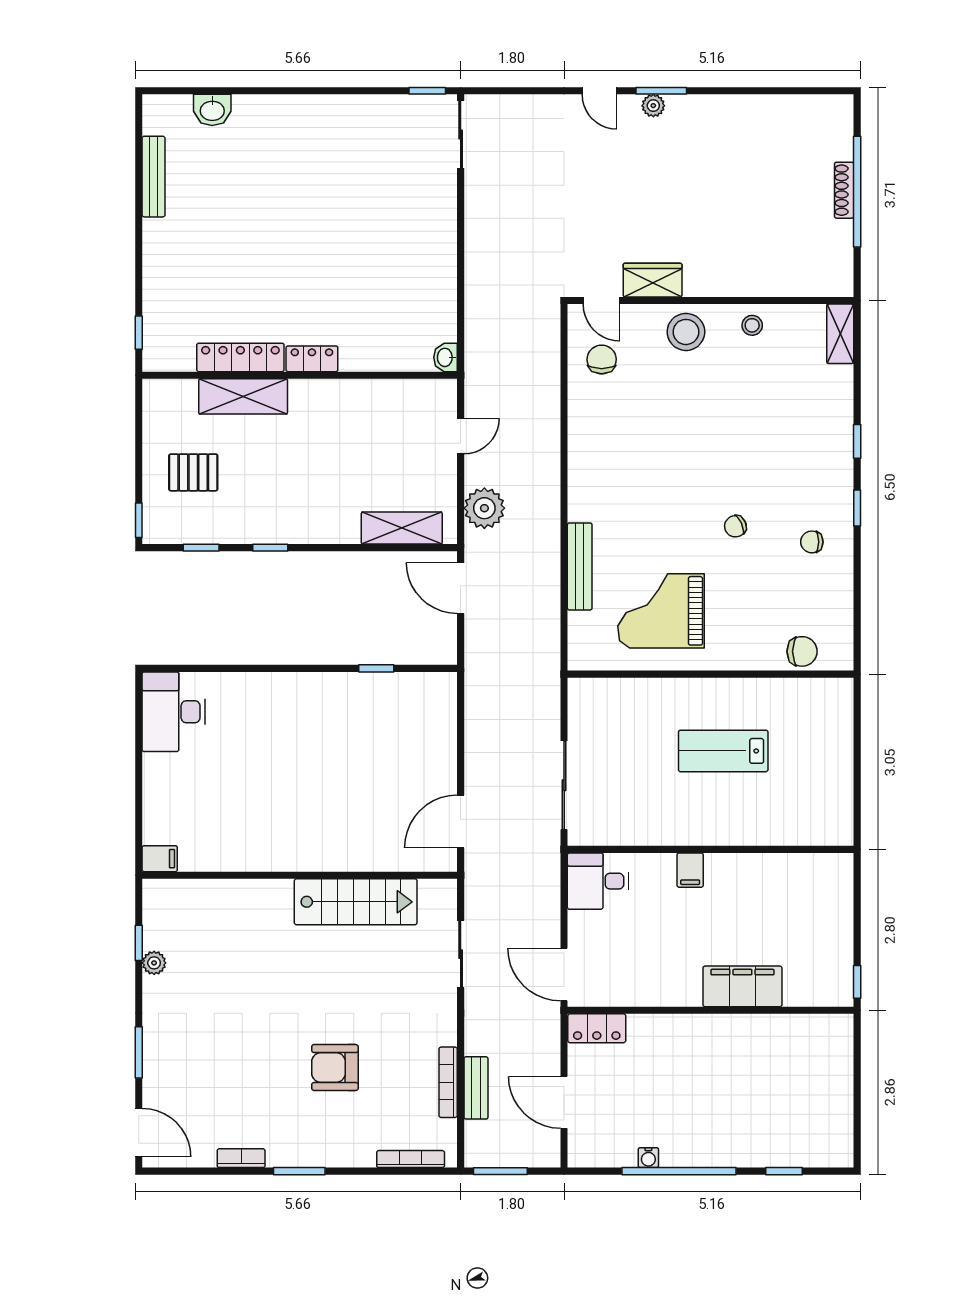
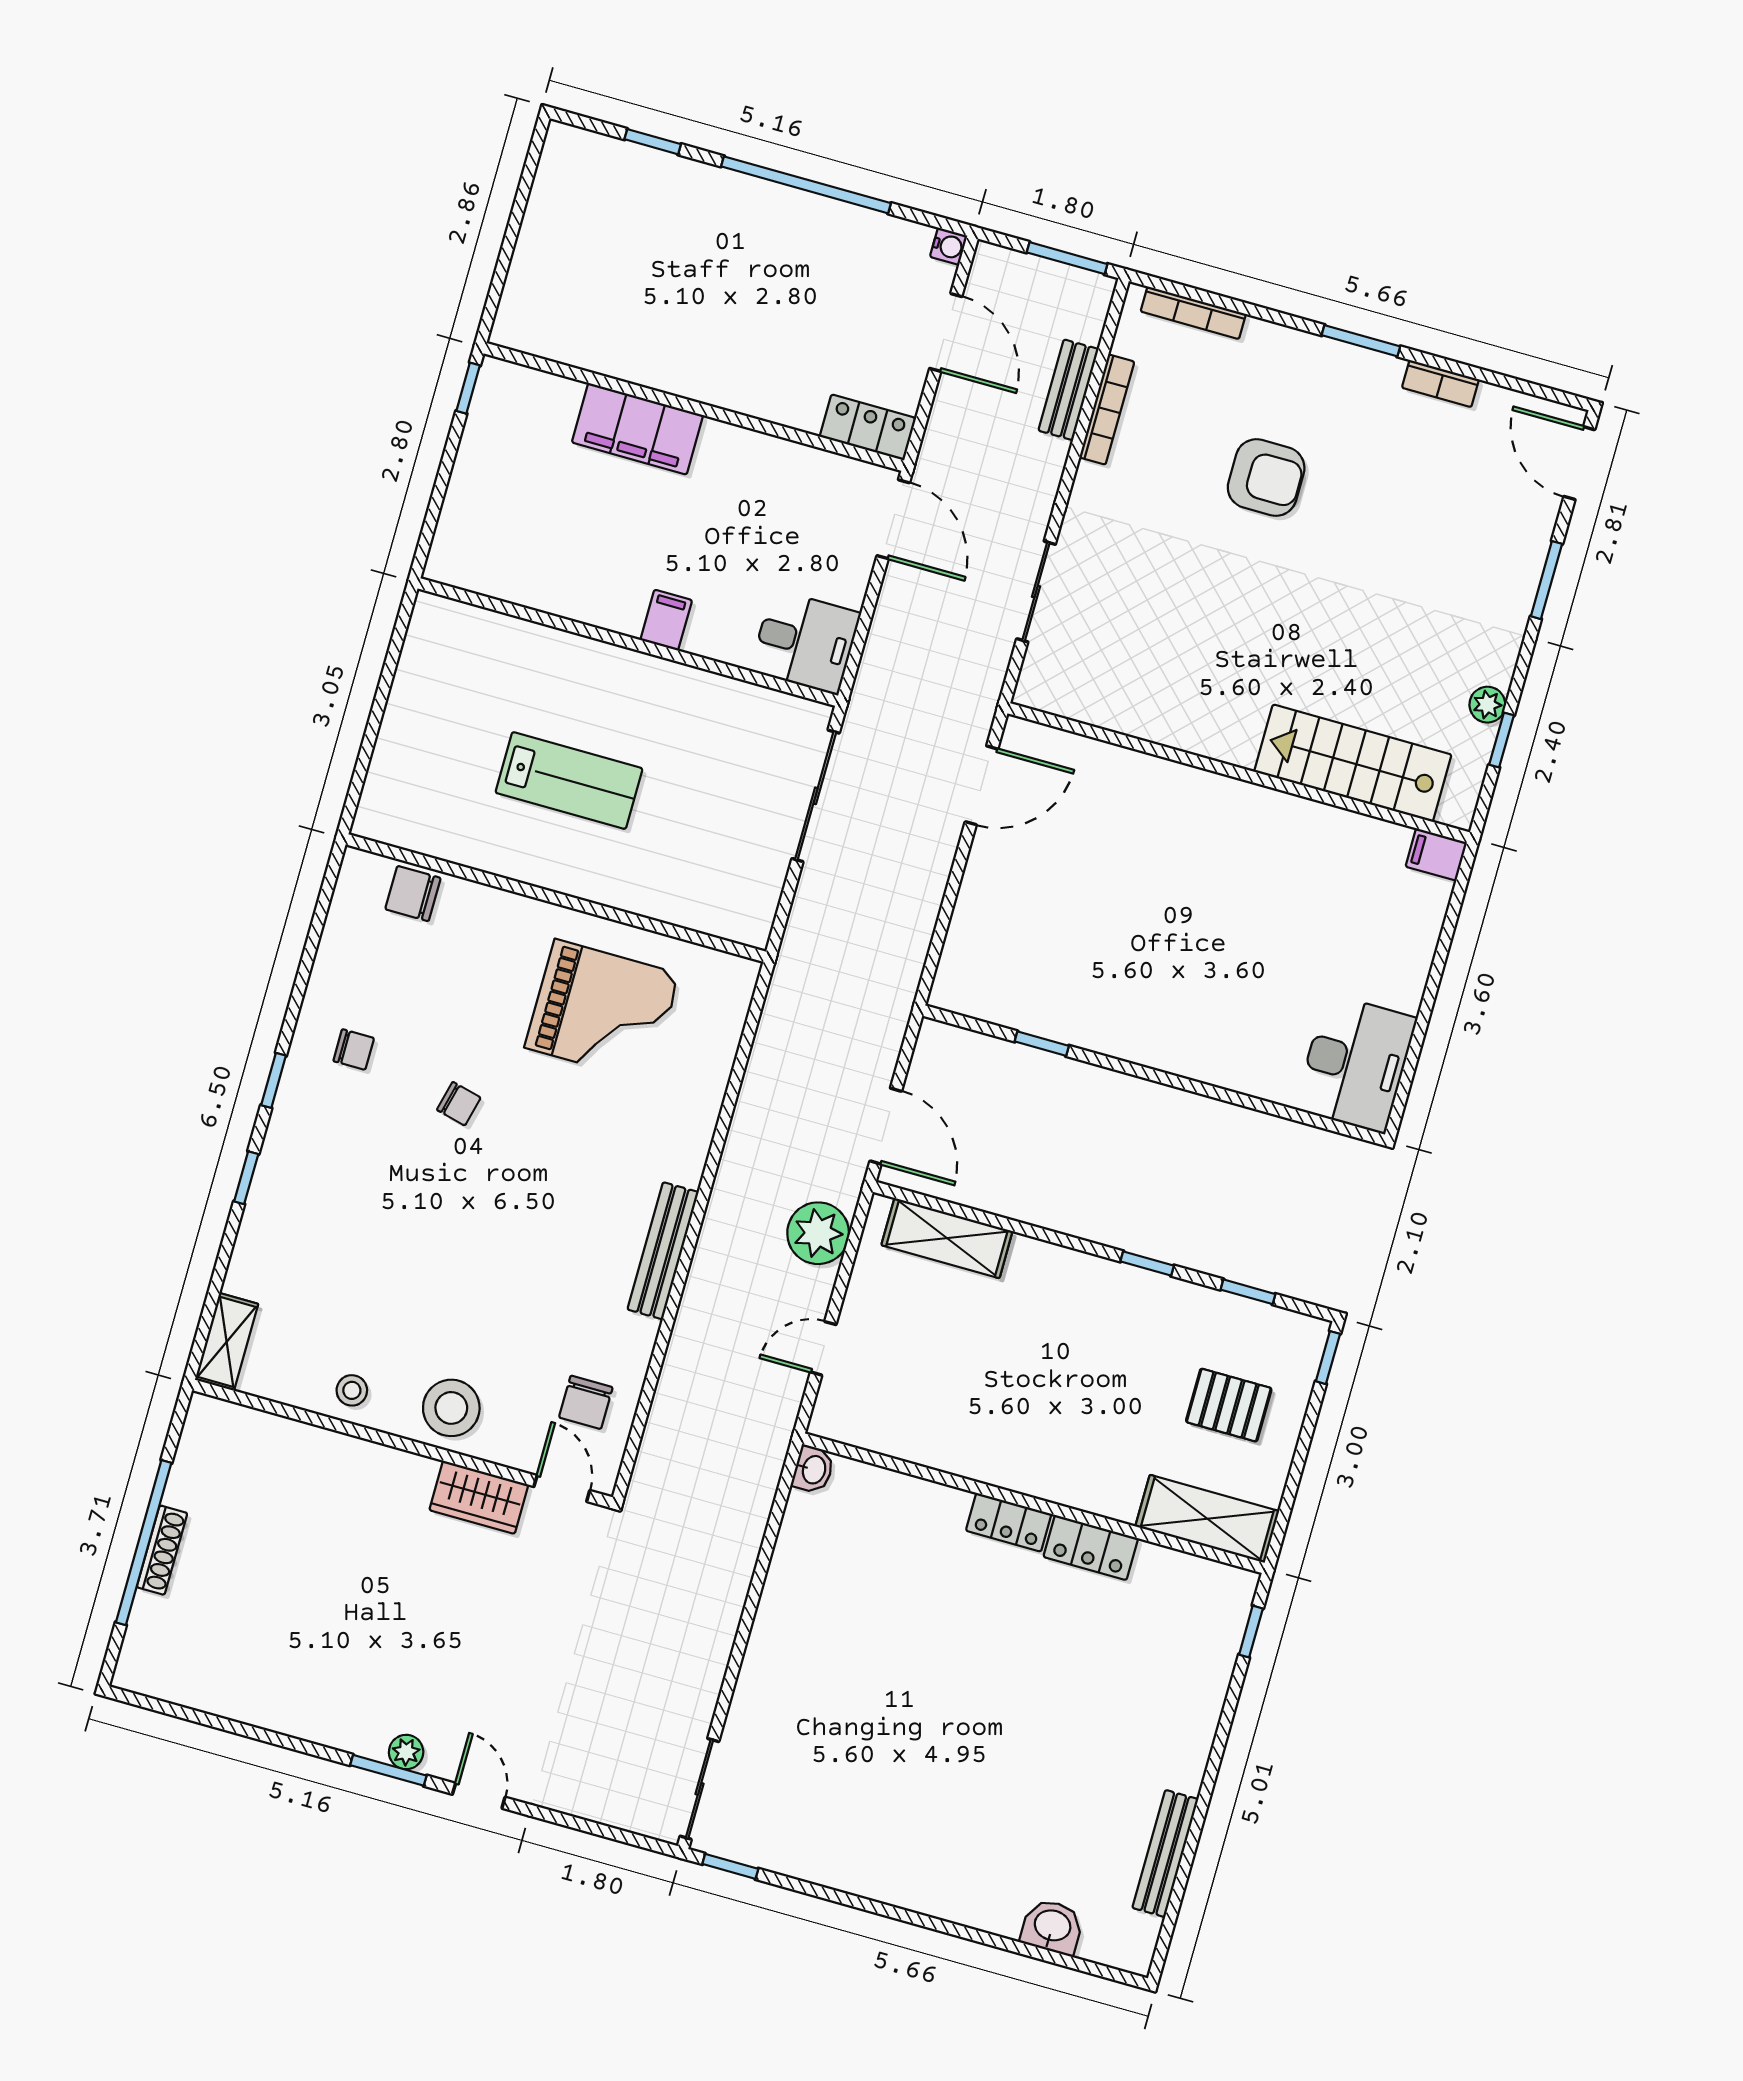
locker: (240, 357) -> (1091, 1548), width x0.66
shelving: (243, 396) -> (1207, 1519), moved
chair: (735, 526) -> (459, 1104), turned 38
bench: (580, 566) -> (663, 1251), moved
stairs: (356, 902) -> (1353, 763), moved
water cooler: (648, 1158) -> (949, 246), moved, turned 90

